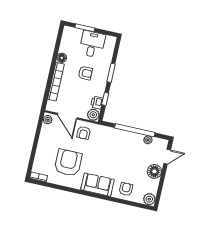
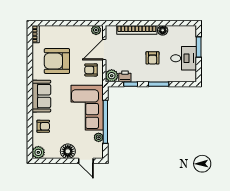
corner sofa: (118, 144) -> (87, 108), added
armchair: (68, 163) -> (57, 61), turned 180

